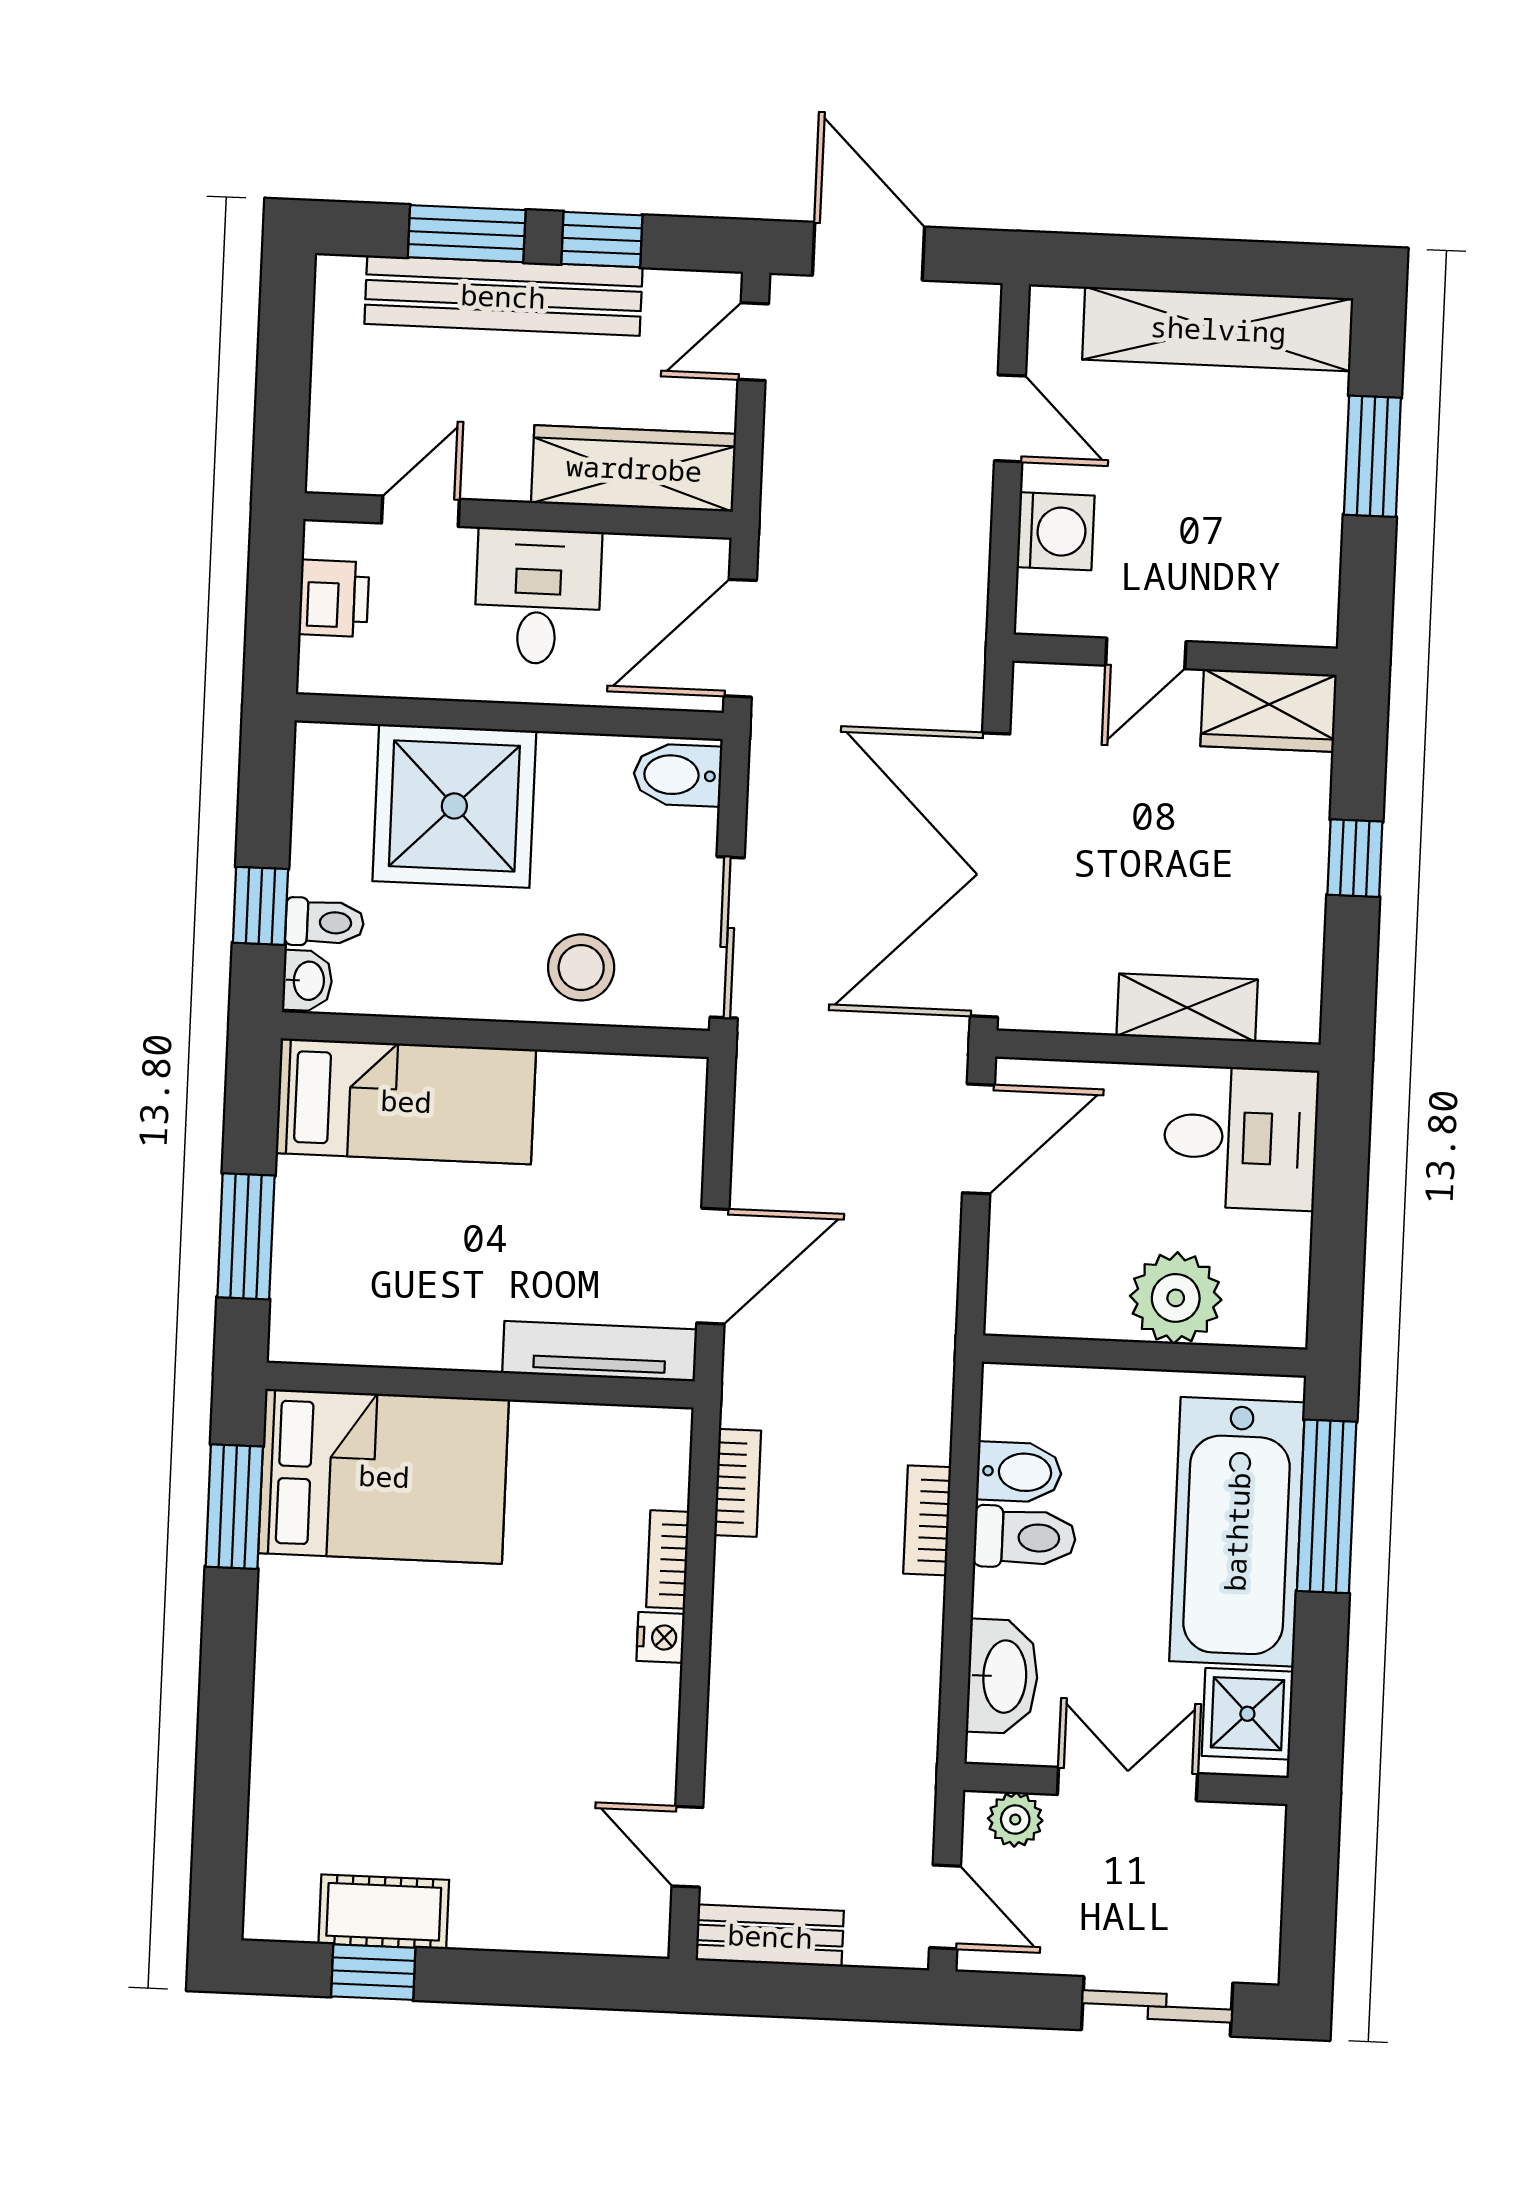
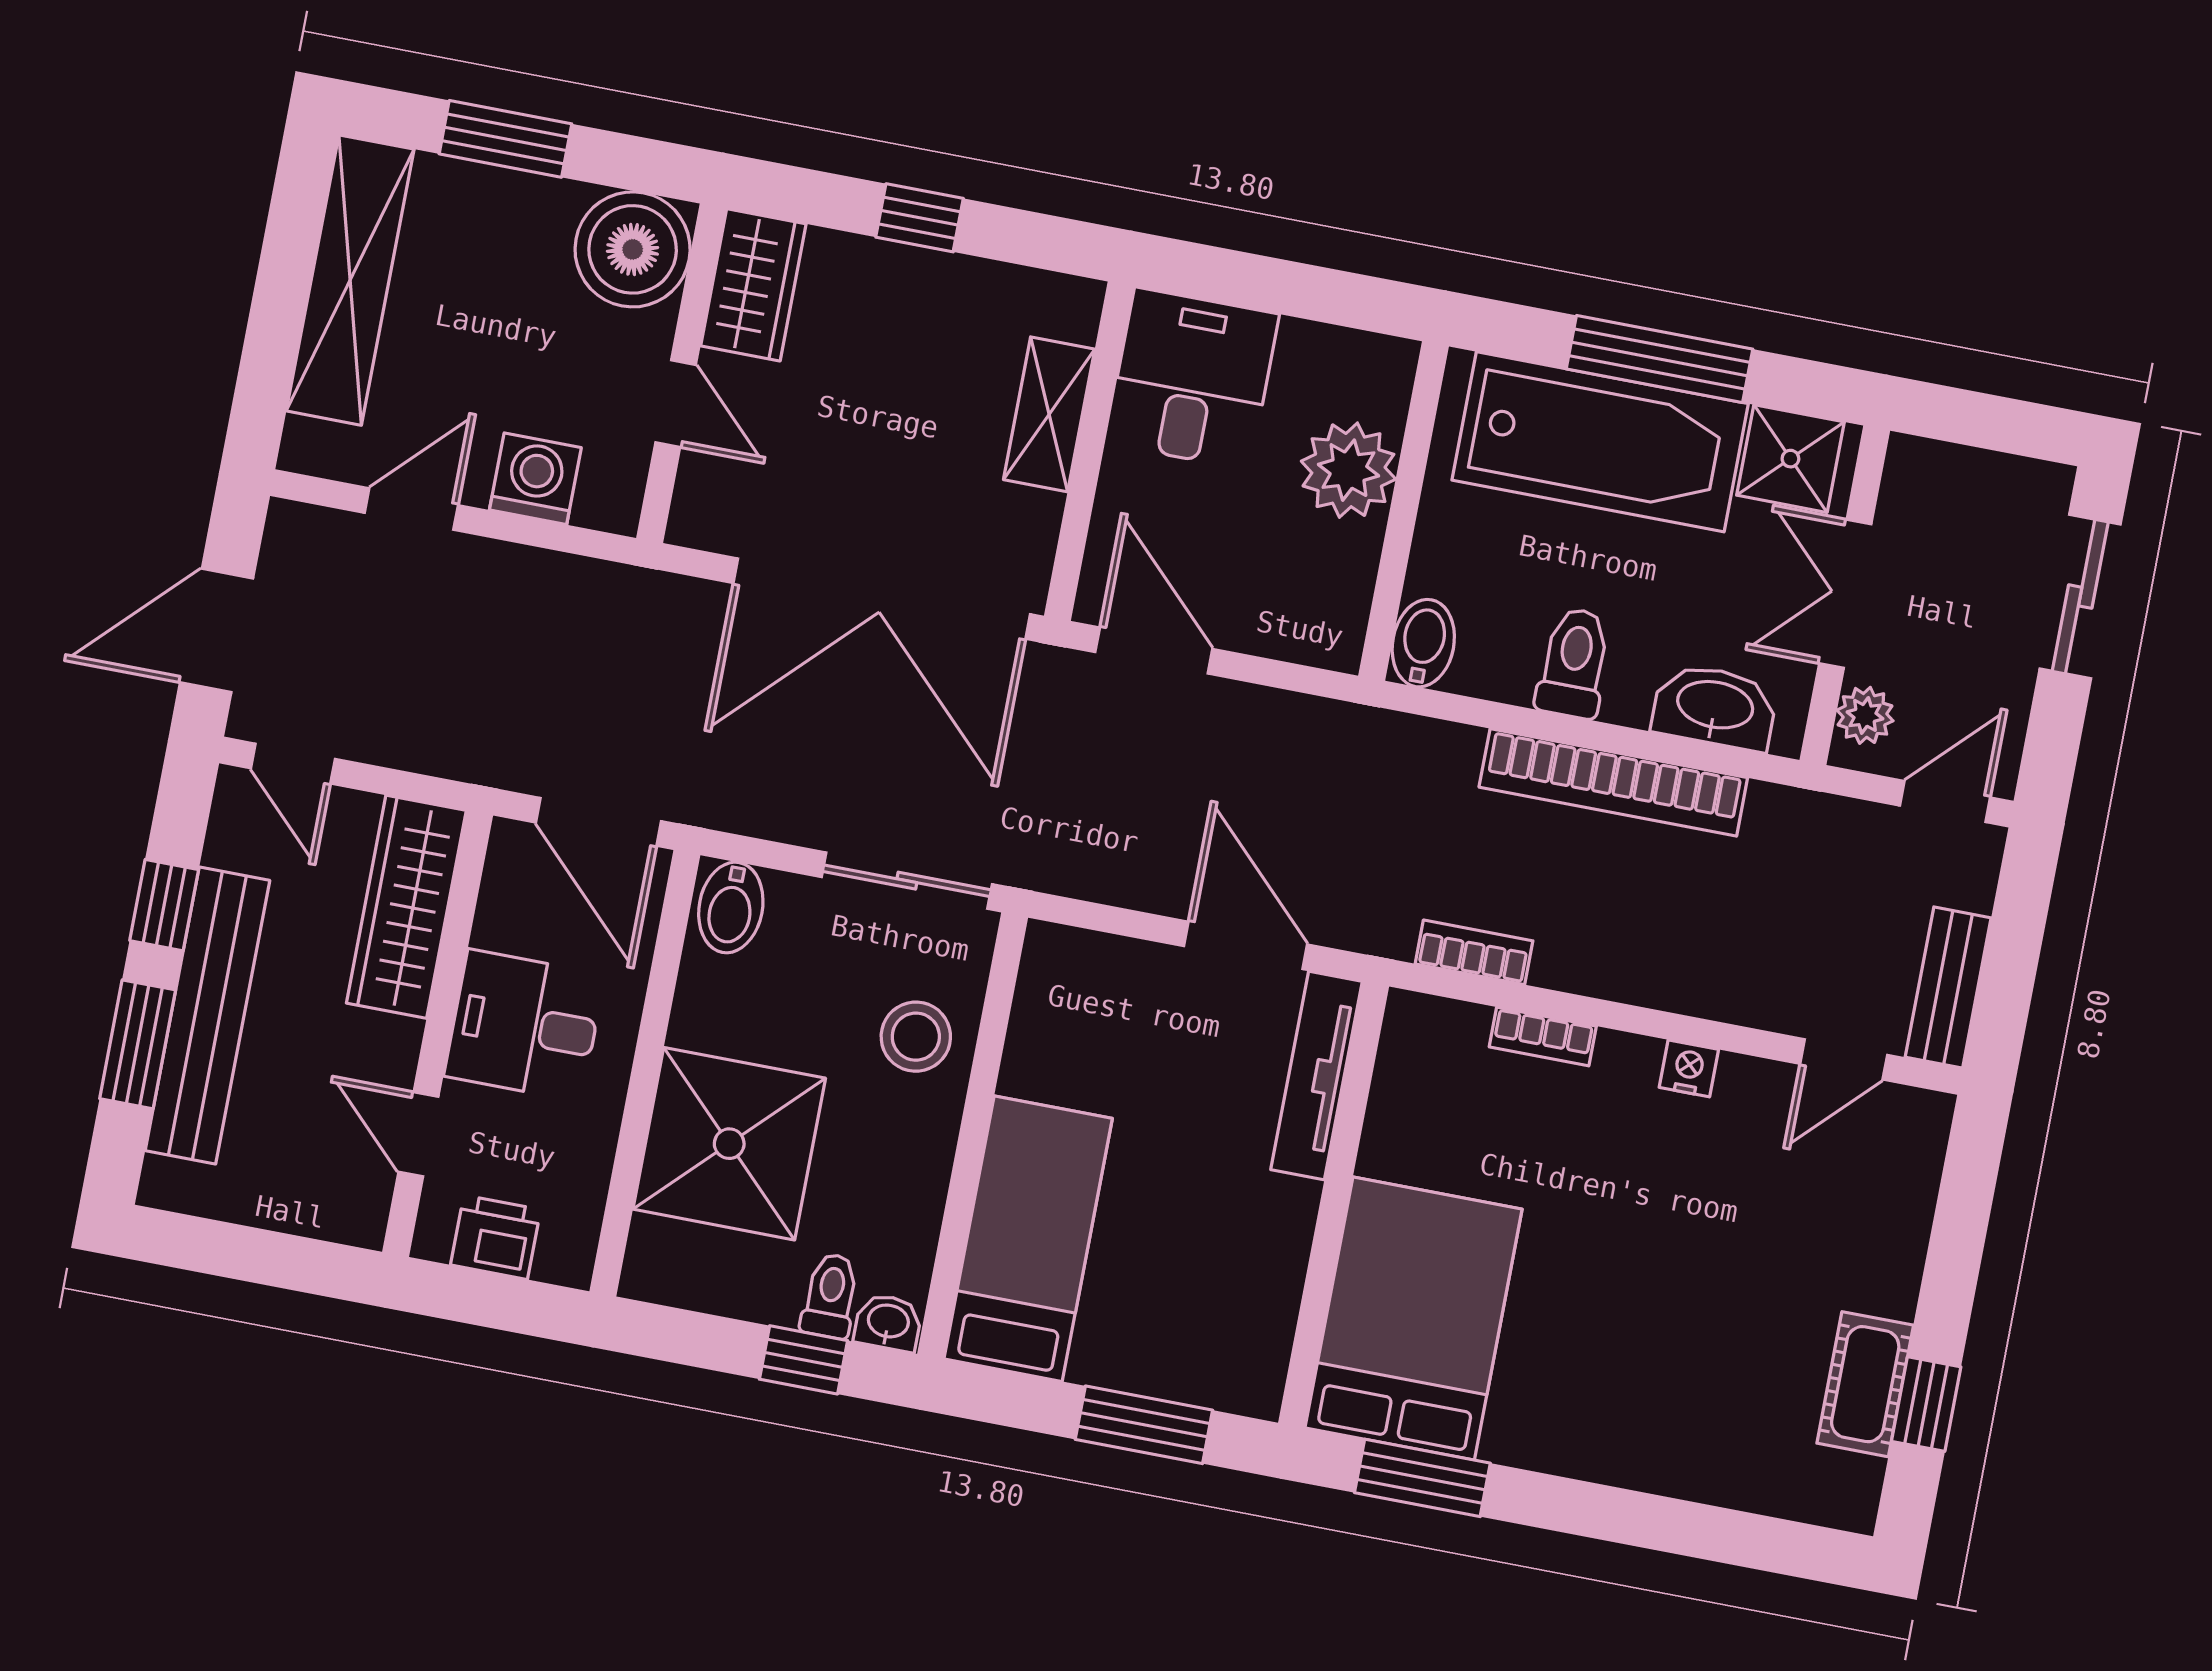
boiler: (1286, 592) -> (633, 249), added
bidet: (1019, 1472) -> (1423, 643), moved
window: (1327, 1506) -> (1660, 359), moved
bookcase: (927, 1520) -> (1613, 782), width x2.31, depth x1.31
nightstand: (660, 1637) -> (1689, 1068), moved

